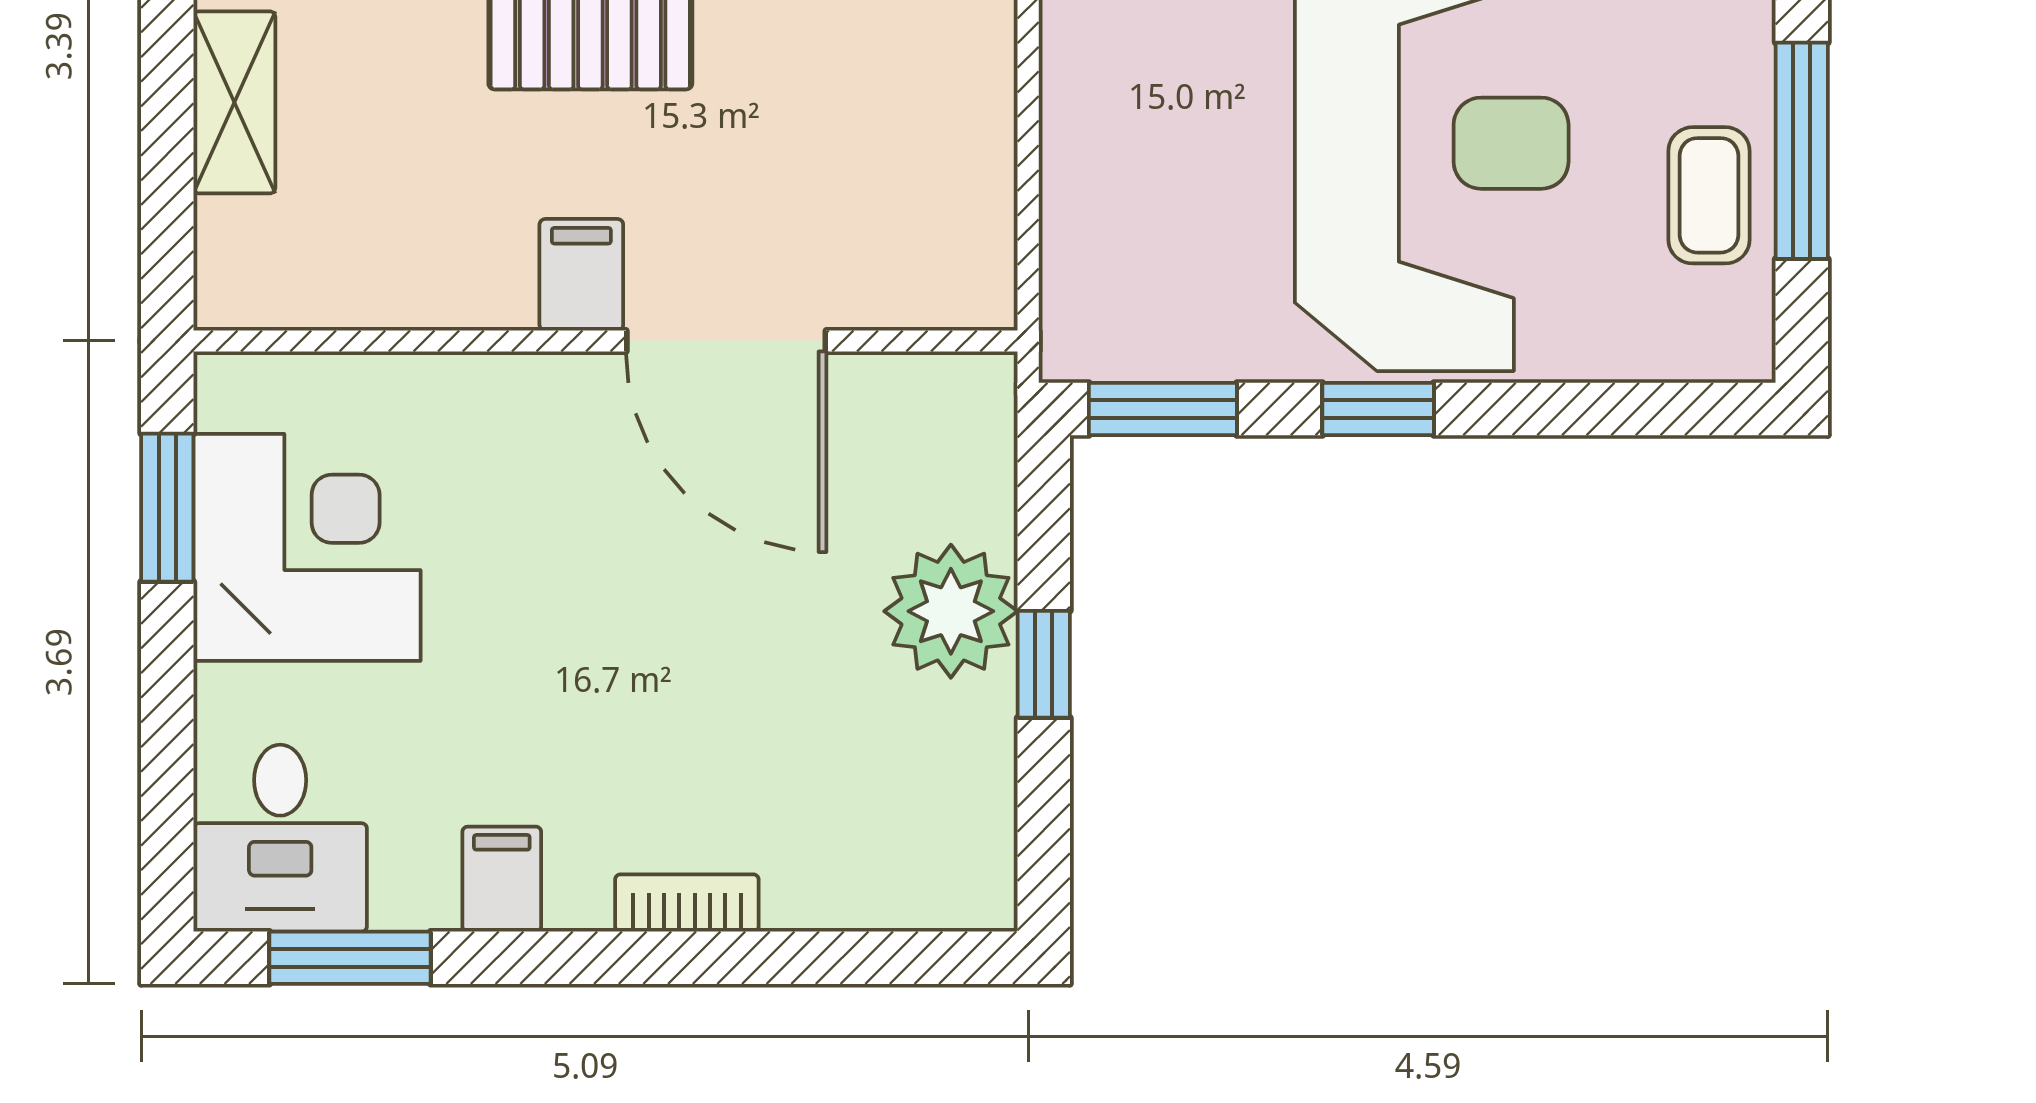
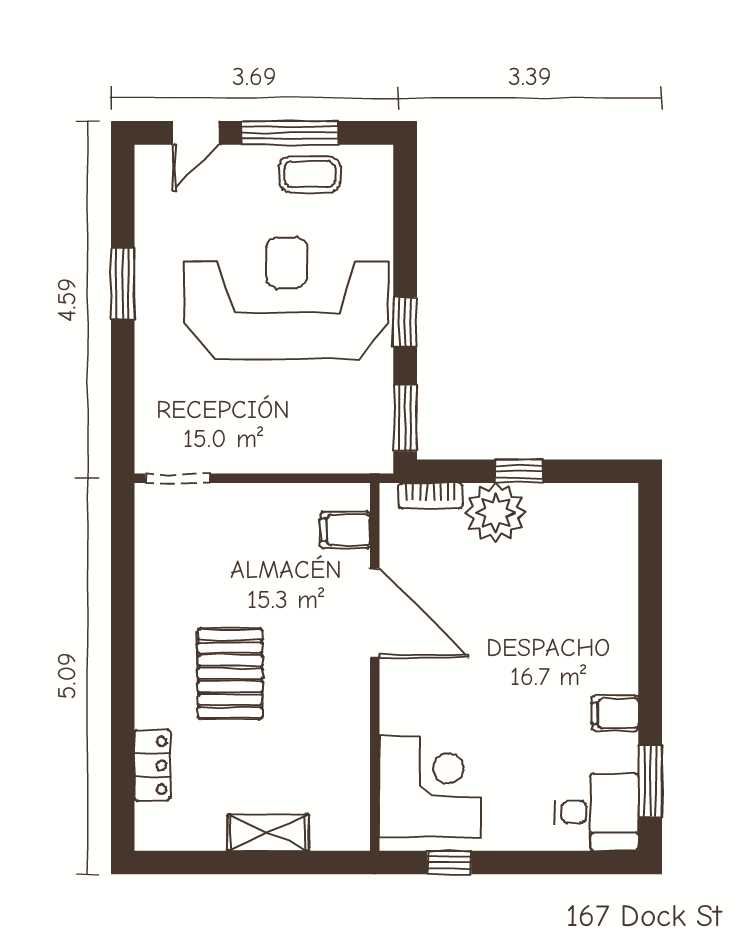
filing cabinet: (581, 275) -> (345, 530), moved
door: (726, 341) -> (375, 613), hinge flipped
window: (167, 508) -> (449, 863), width x0.67
corner desk: (307, 547) -> (430, 787), moved, turned 90
bookcase: (687, 903) -> (430, 496), moved, turned -90

